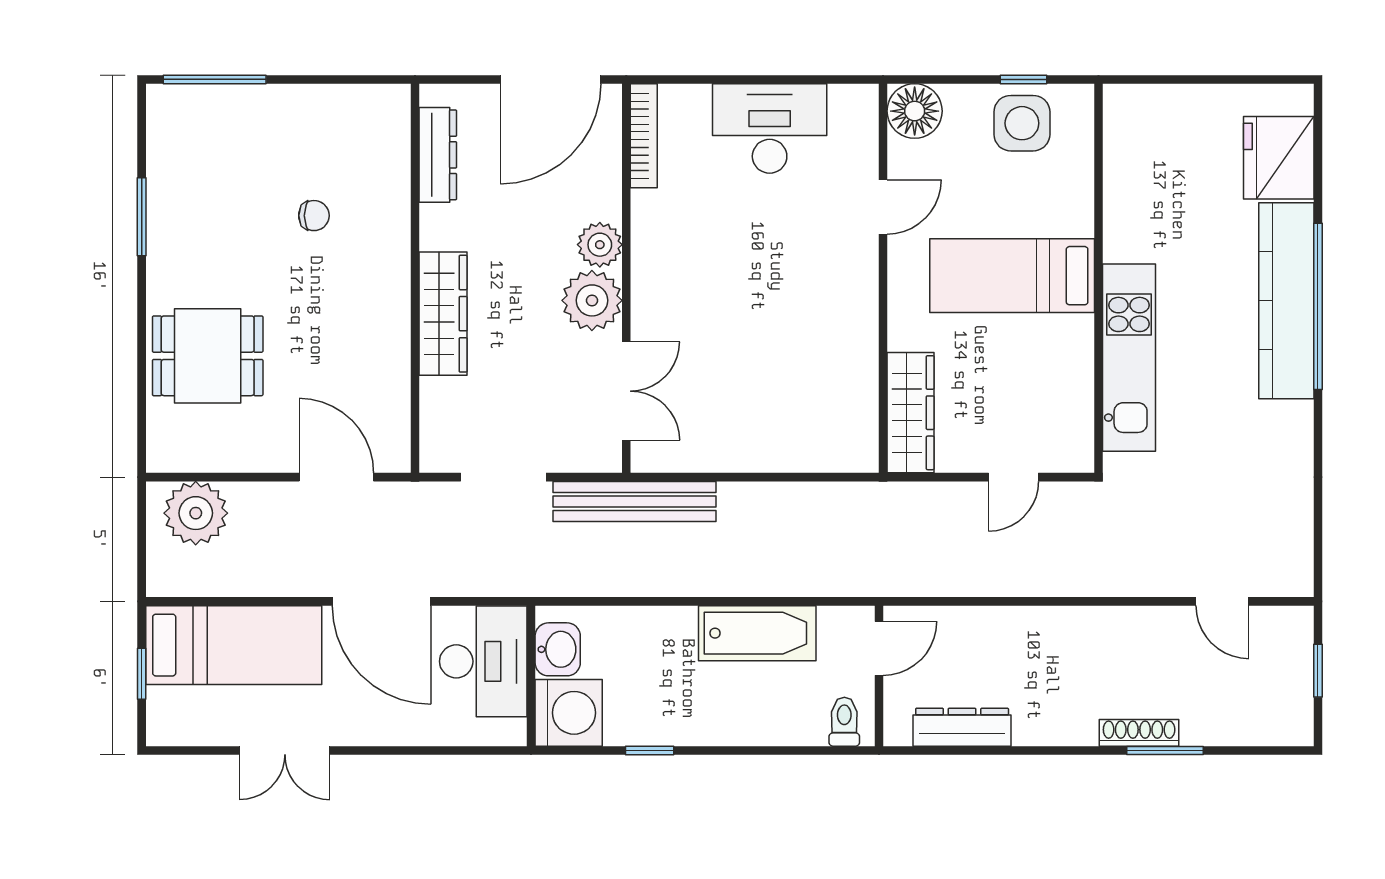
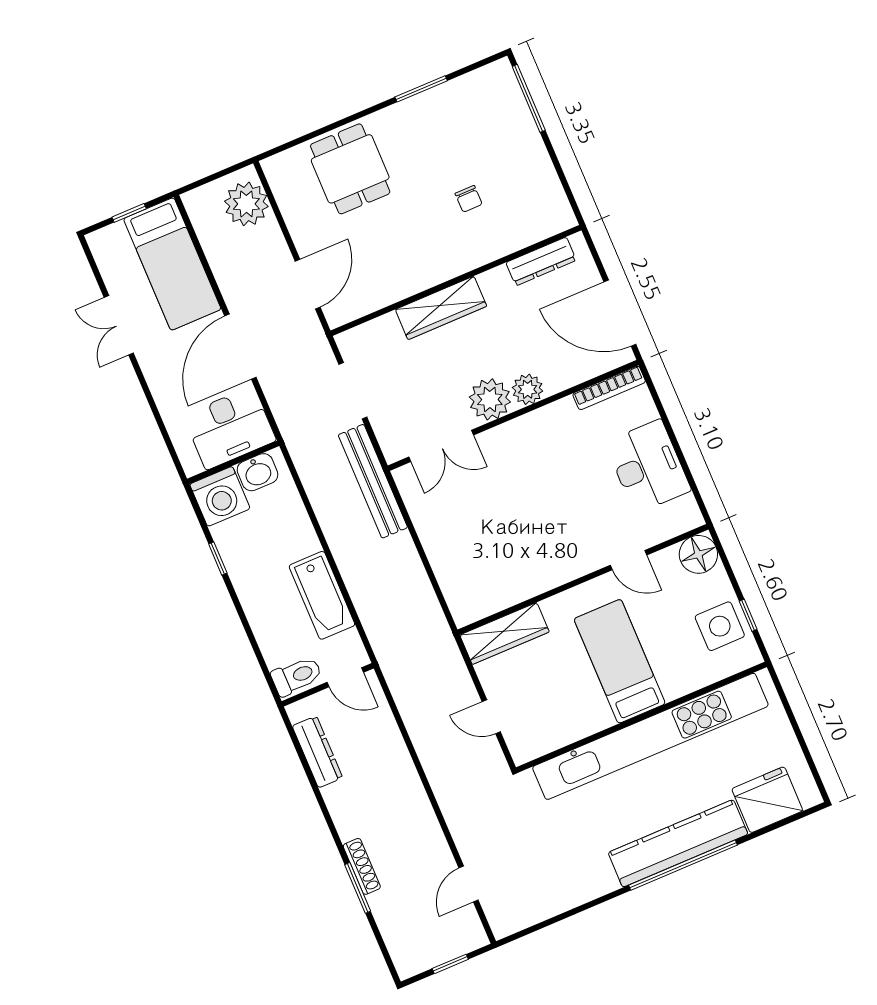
kitchen unit: (1129, 358) -> (650, 736), width x1.86
toilet: (844, 722) -> (297, 676), width x1.37, depth x1.39

